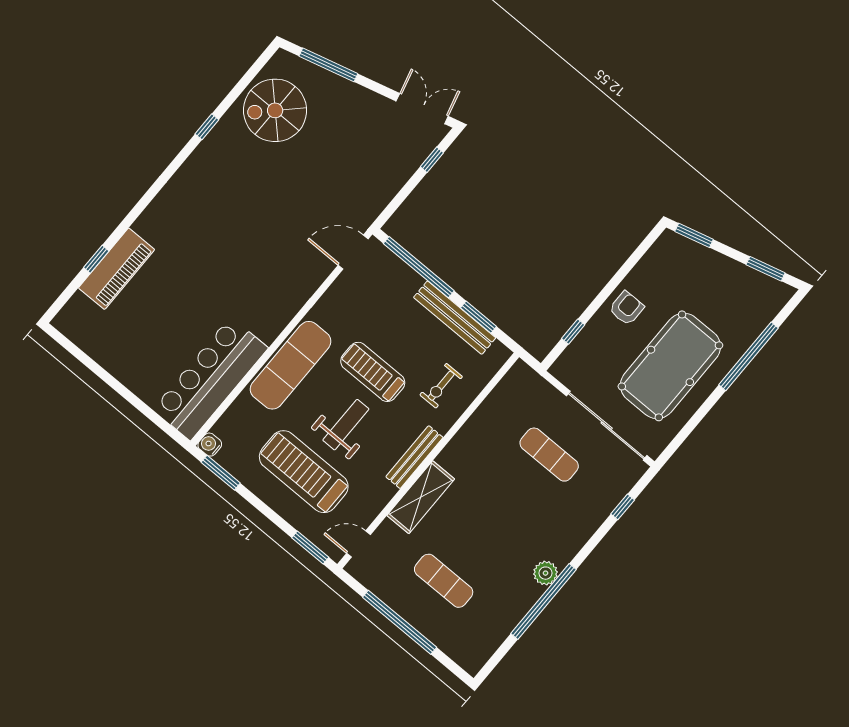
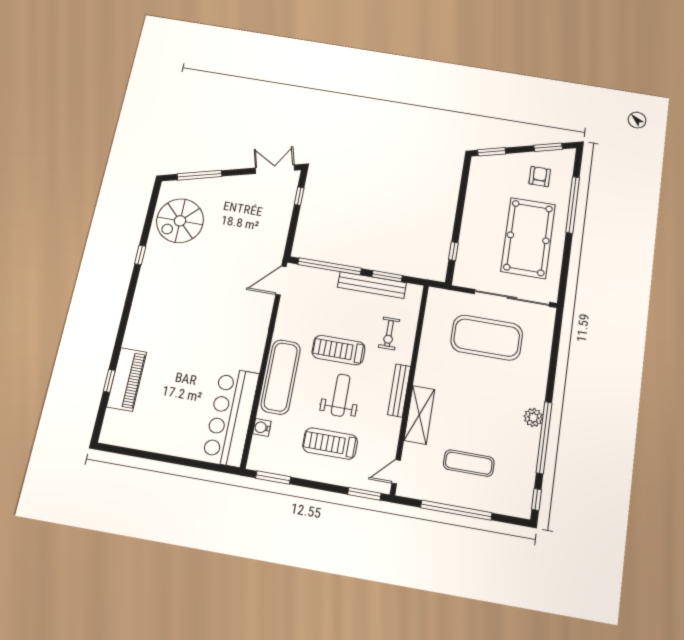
armchair: (627, 308) -> (540, 176), moved
water cooler: (210, 445) -> (262, 428), moved
exercise mat: (549, 455) -> (487, 338), width x2.00, depth x1.45
treadmill: (304, 472) -> (330, 444), width x0.73, depth x0.73
window: (623, 507) -> (536, 500), moved

